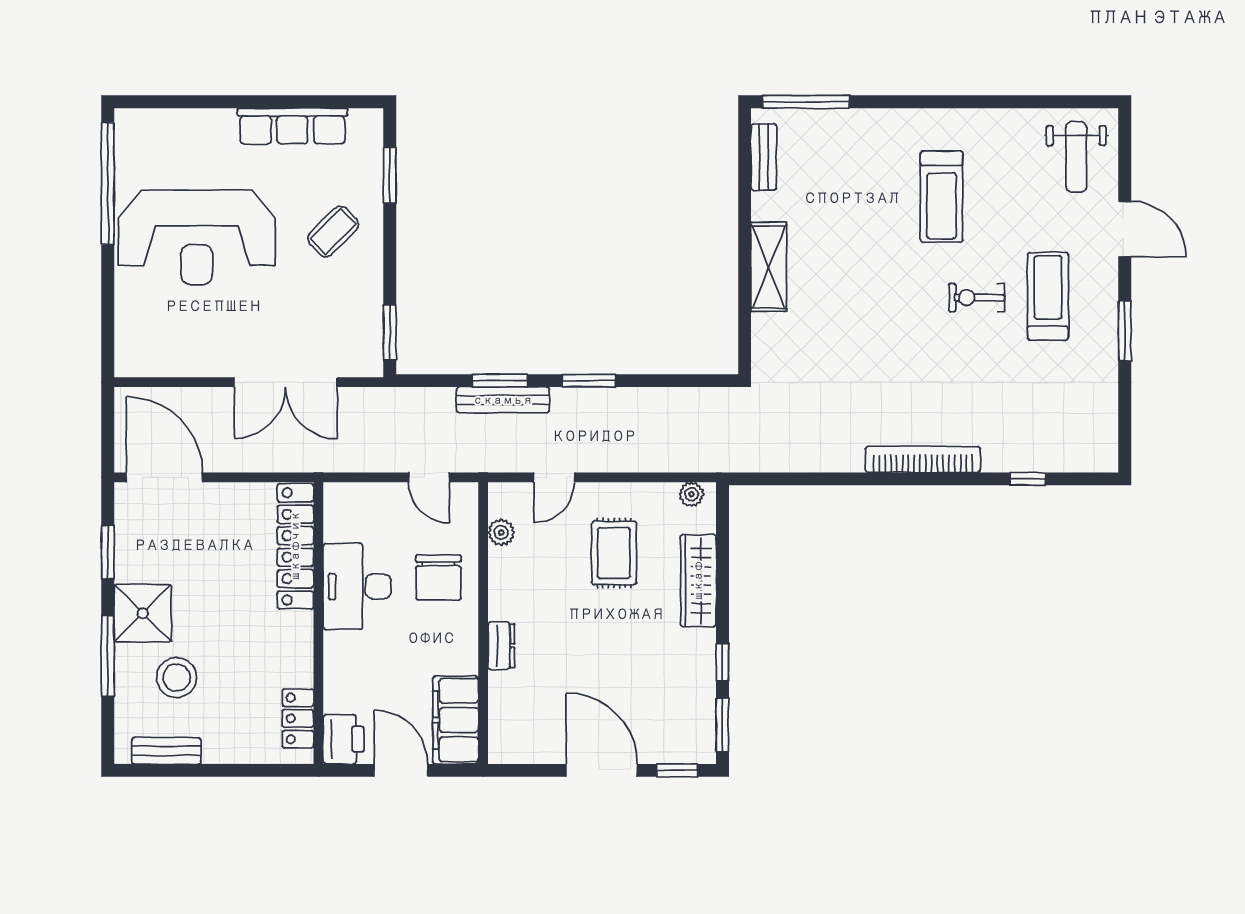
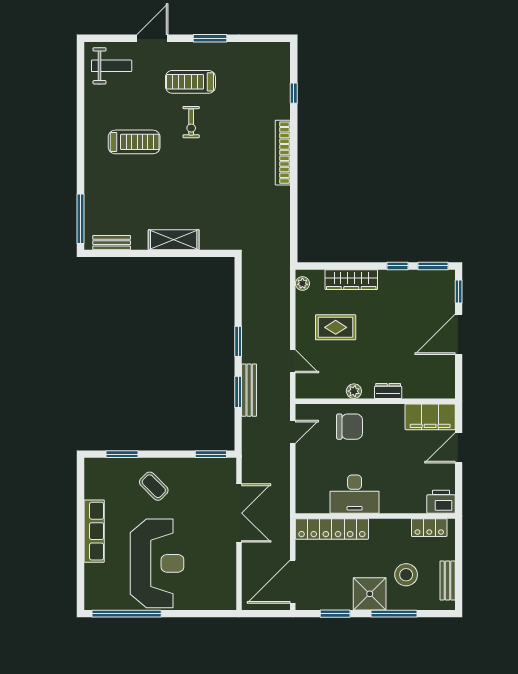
row of seats: (292, 126) -> (94, 531), moved
plant: (501, 532) -> (354, 391), moved
locker: (295, 546) -> (332, 529), moved
desk: (357, 586) -> (355, 494), moved
wall: (318, 623) -> (375, 516), moved
locker: (298, 718) -> (429, 528), moved
printer: (344, 739) -> (441, 502), moved

